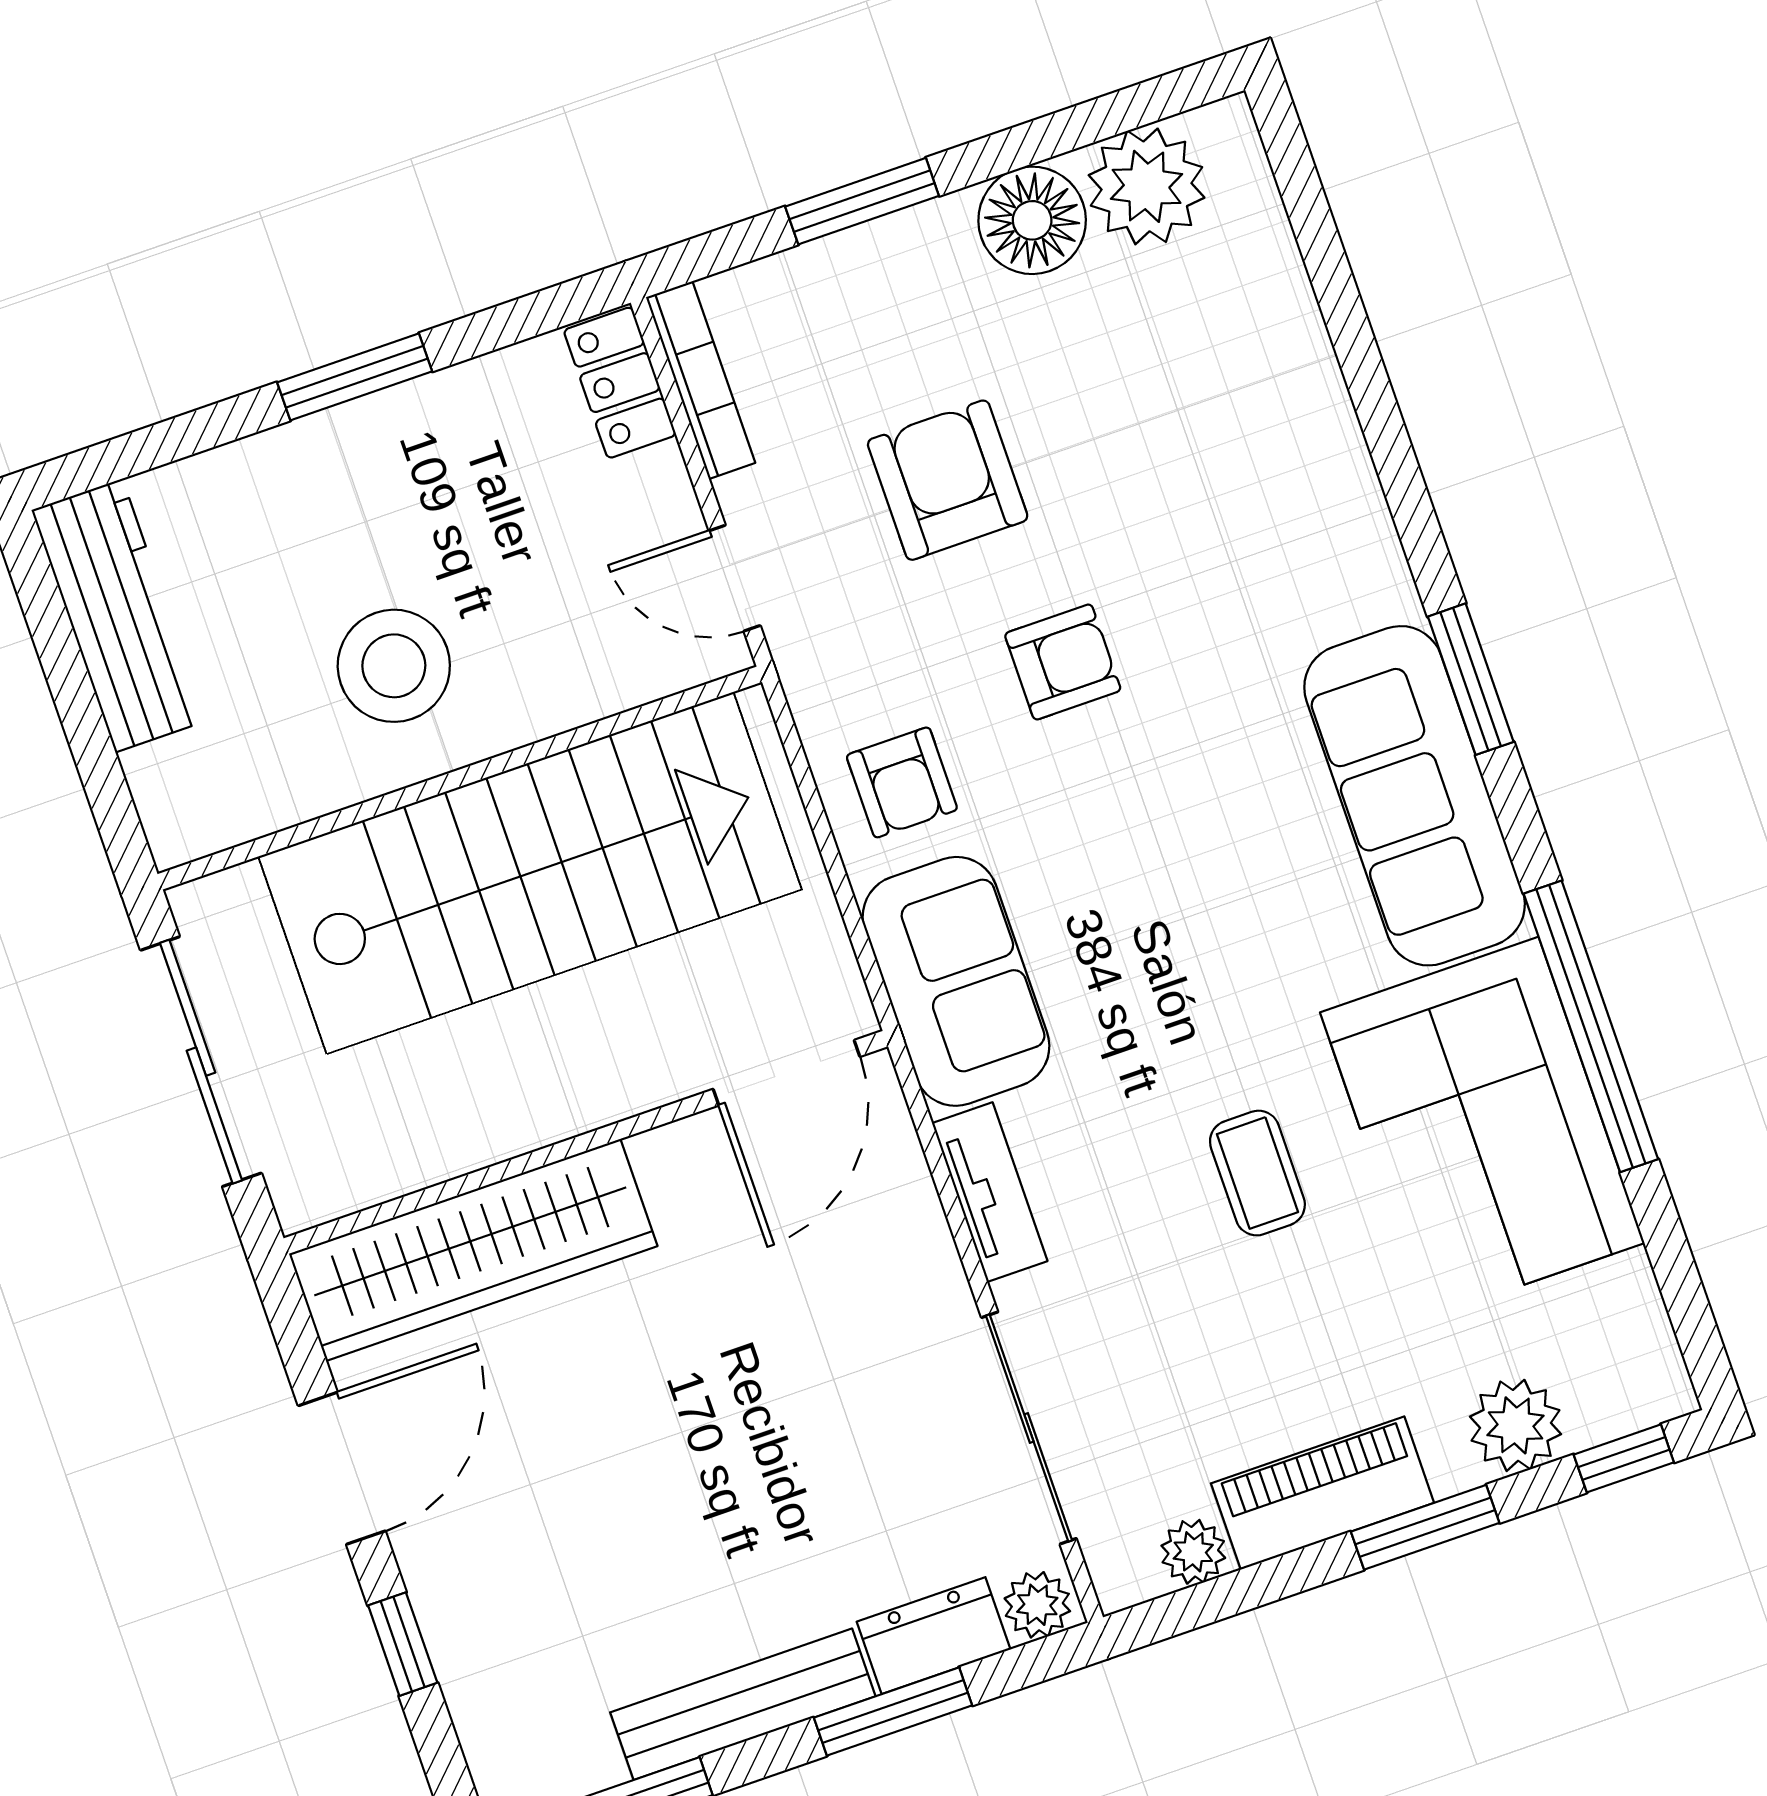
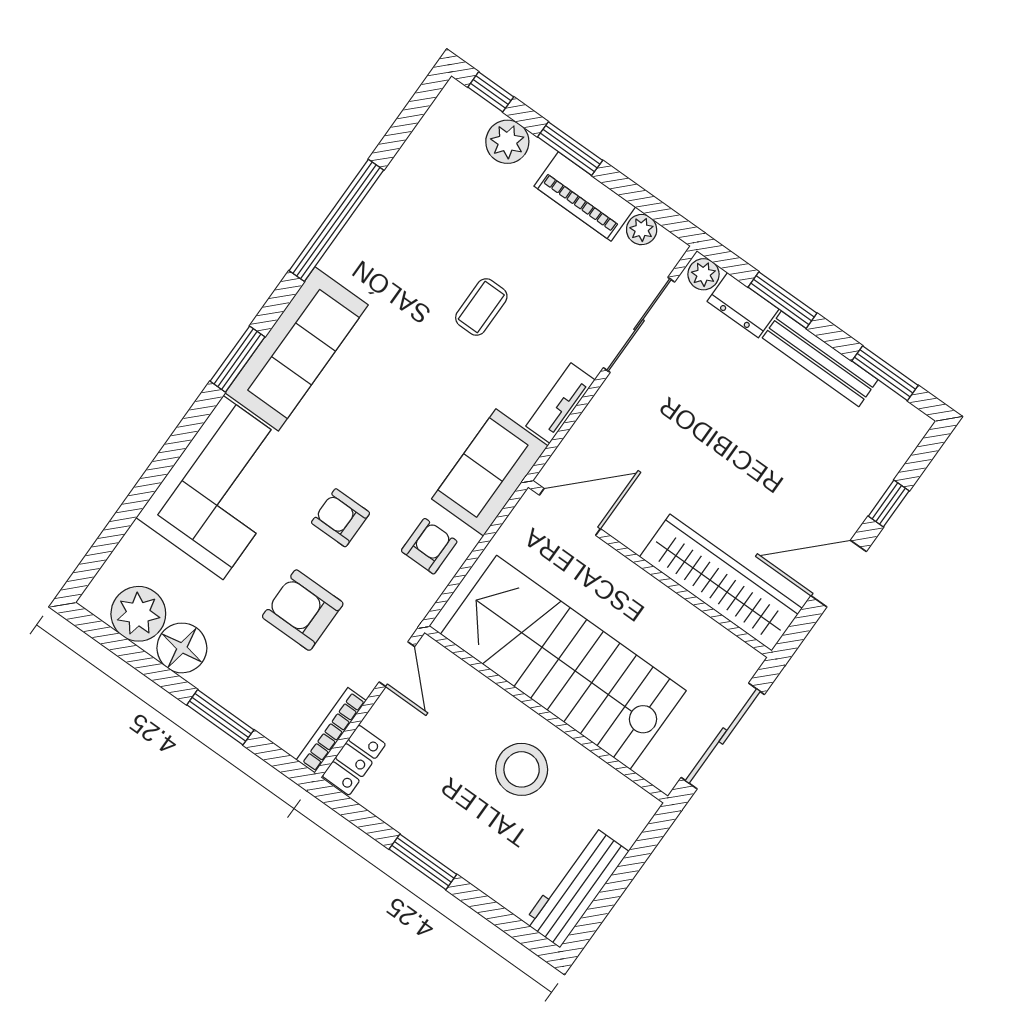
armchair: (948, 480) -> (303, 610), turned 90
corner sofa: (1482, 1128) -> (223, 488), moved

